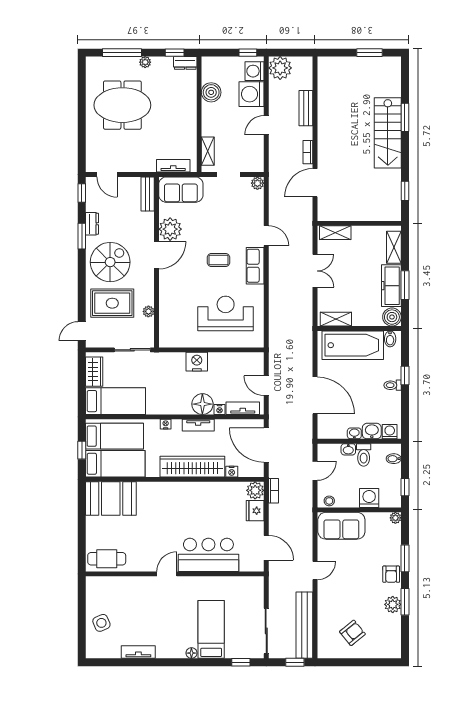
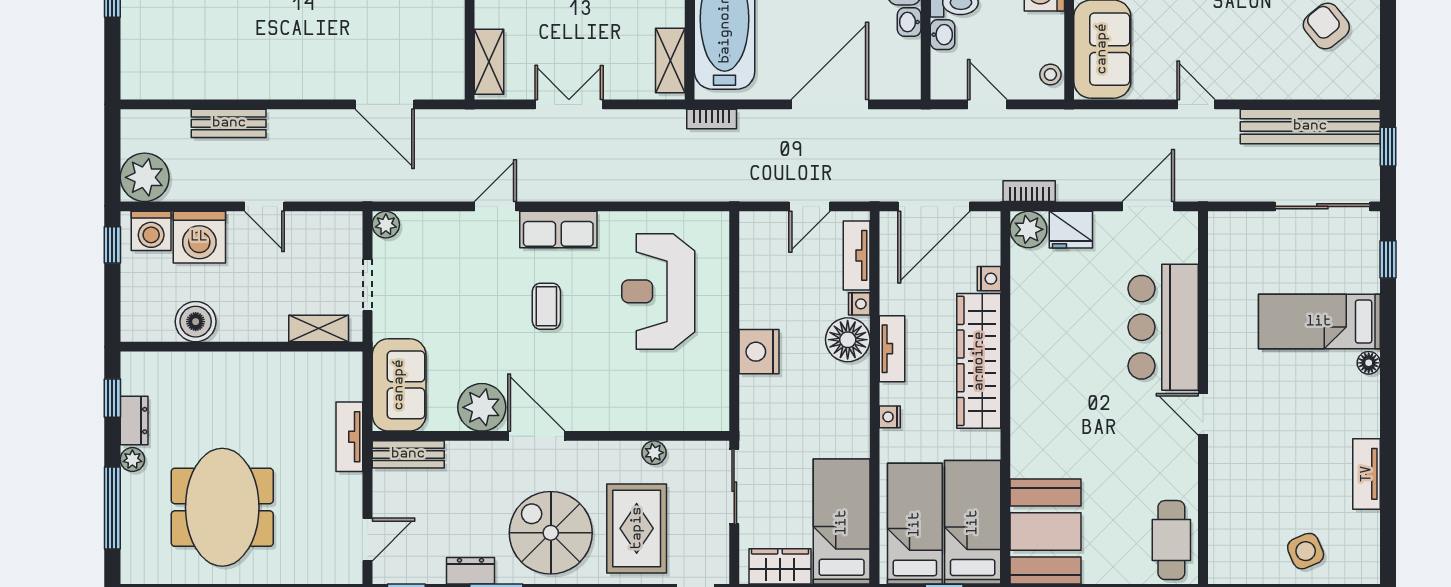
dresser: (185, 63) -> (134, 421), moved
bookcase: (308, 152) -> (712, 119), moved
tv unit: (173, 166) -> (349, 437), moved

